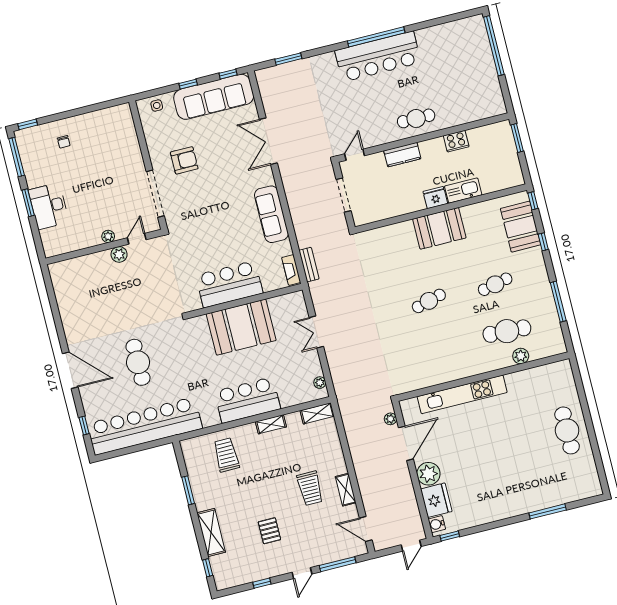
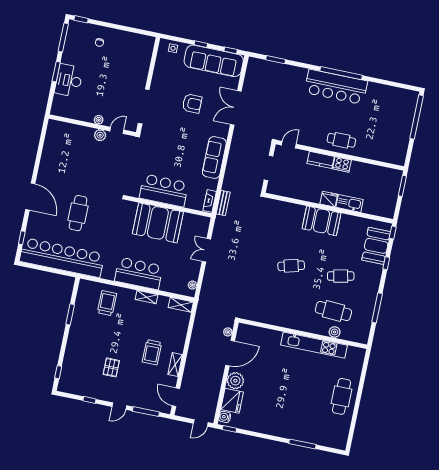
cooker: (456, 141) -> (342, 164), moved
armchair: (184, 160) -> (192, 104), moved
kitchen unit: (462, 394) -> (314, 345), moved
shelving: (211, 532) -> (72, 350), removed

